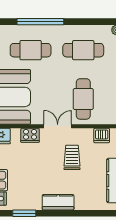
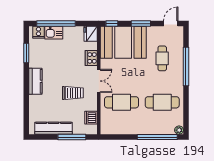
cafe table: (31, 50) -> (162, 58), width x0.73, depth x0.74
cafe table: (83, 50) -> (162, 102), turned 90

